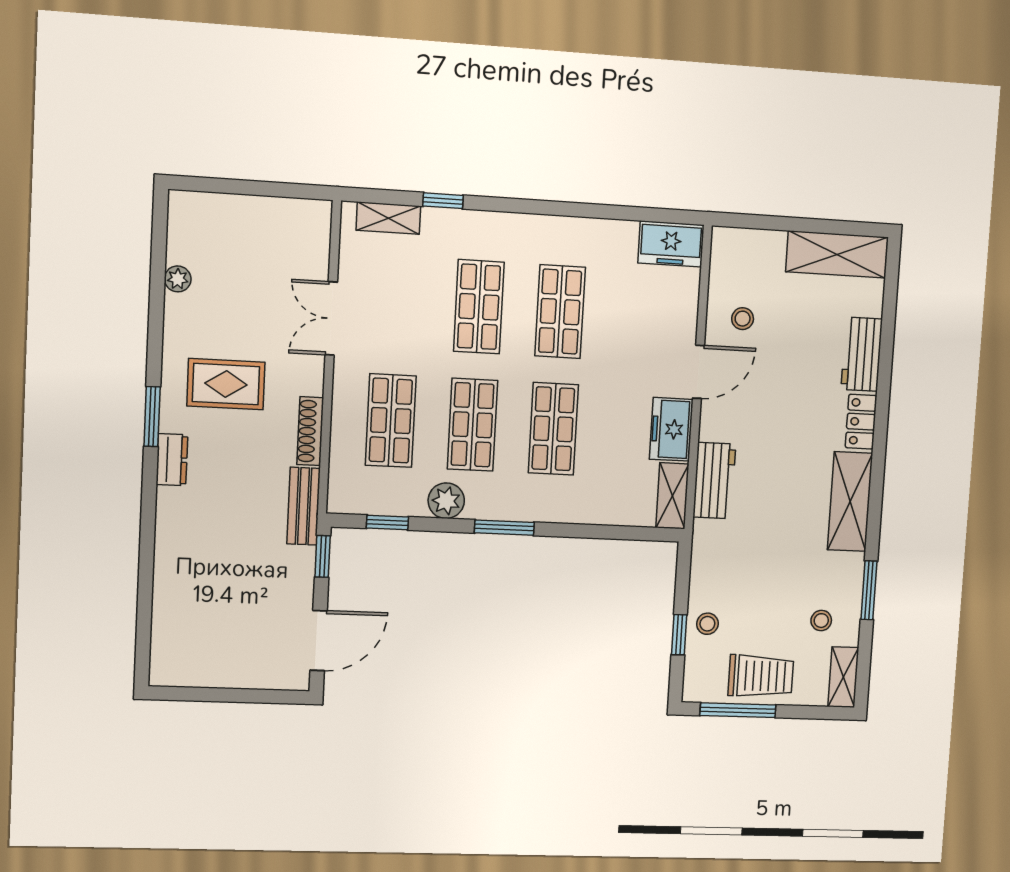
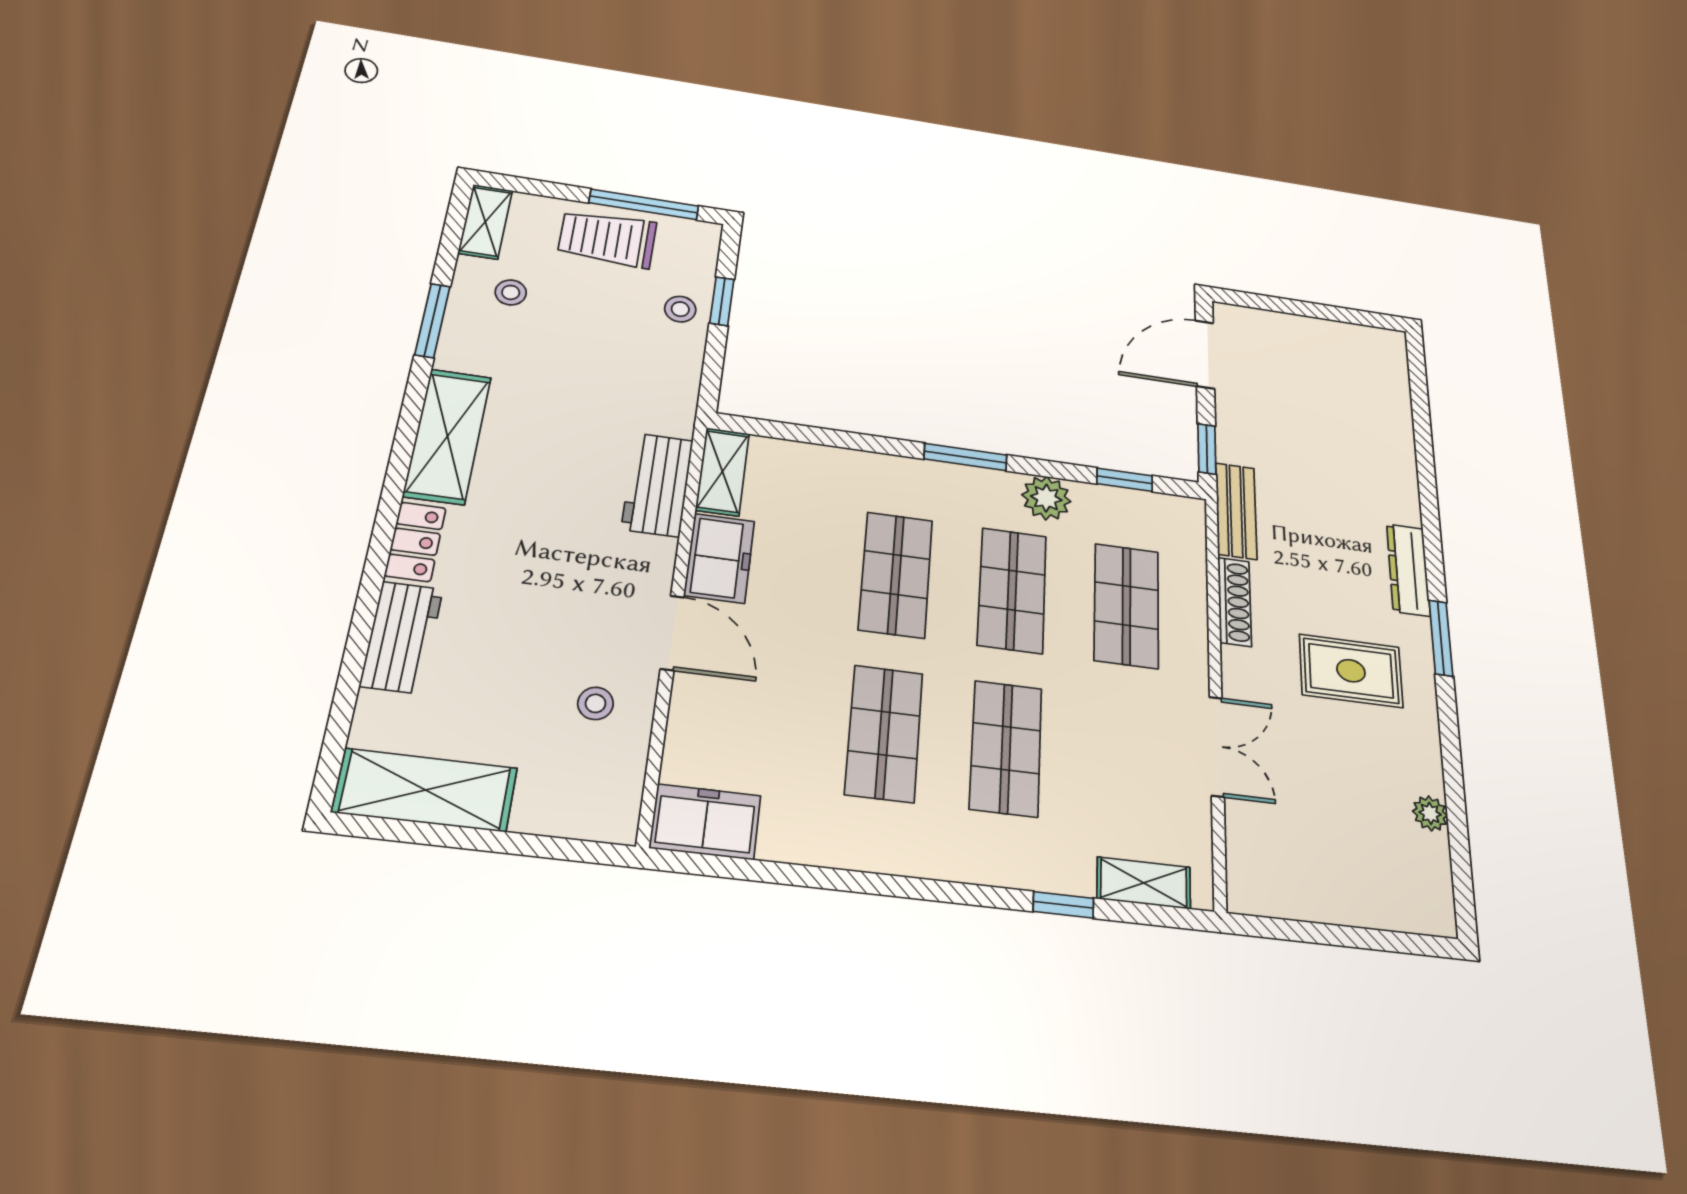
door: (699, 372) -> (672, 633), swing flipped
dresser: (172, 460) -> (1408, 570), width x1.44

